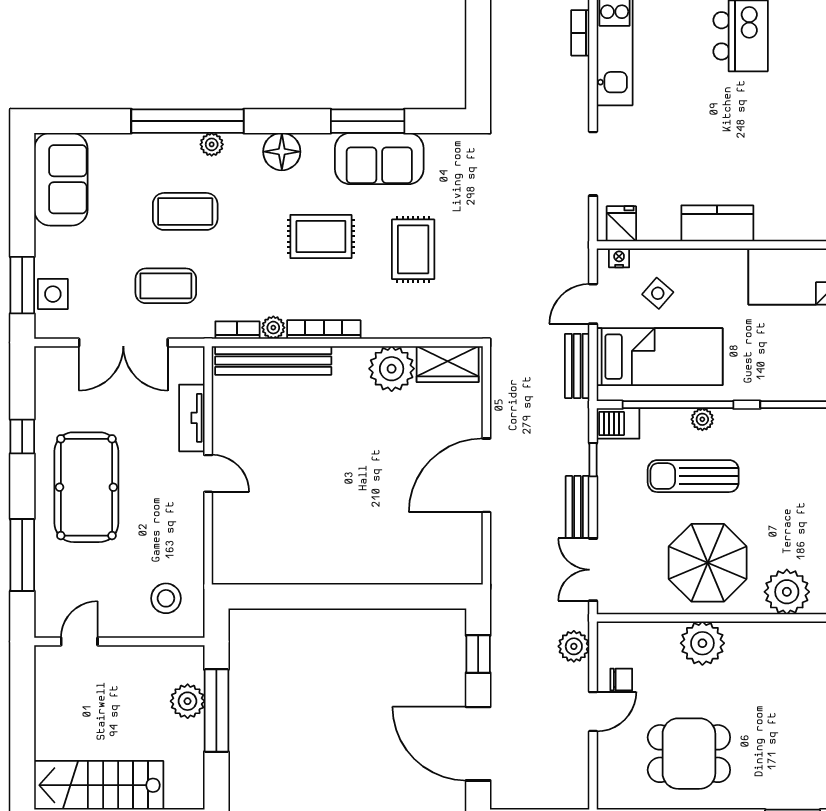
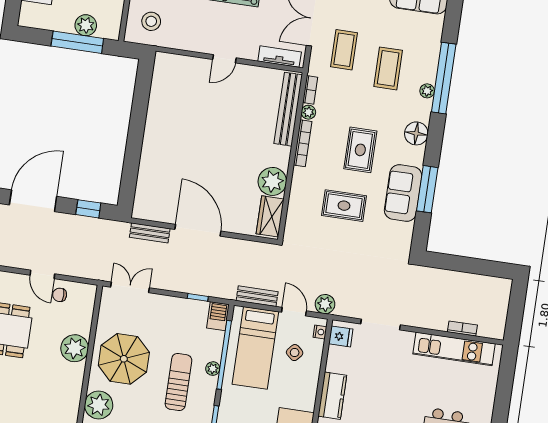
tv unit: (192, 418) -> (280, 57), moved
sun lounger: (693, 476) -> (178, 382), moved
bench: (578, 507) -> (150, 233), moved
plant: (574, 646) -> (325, 304), moved
chair: (621, 680) -> (60, 295), turned 90

